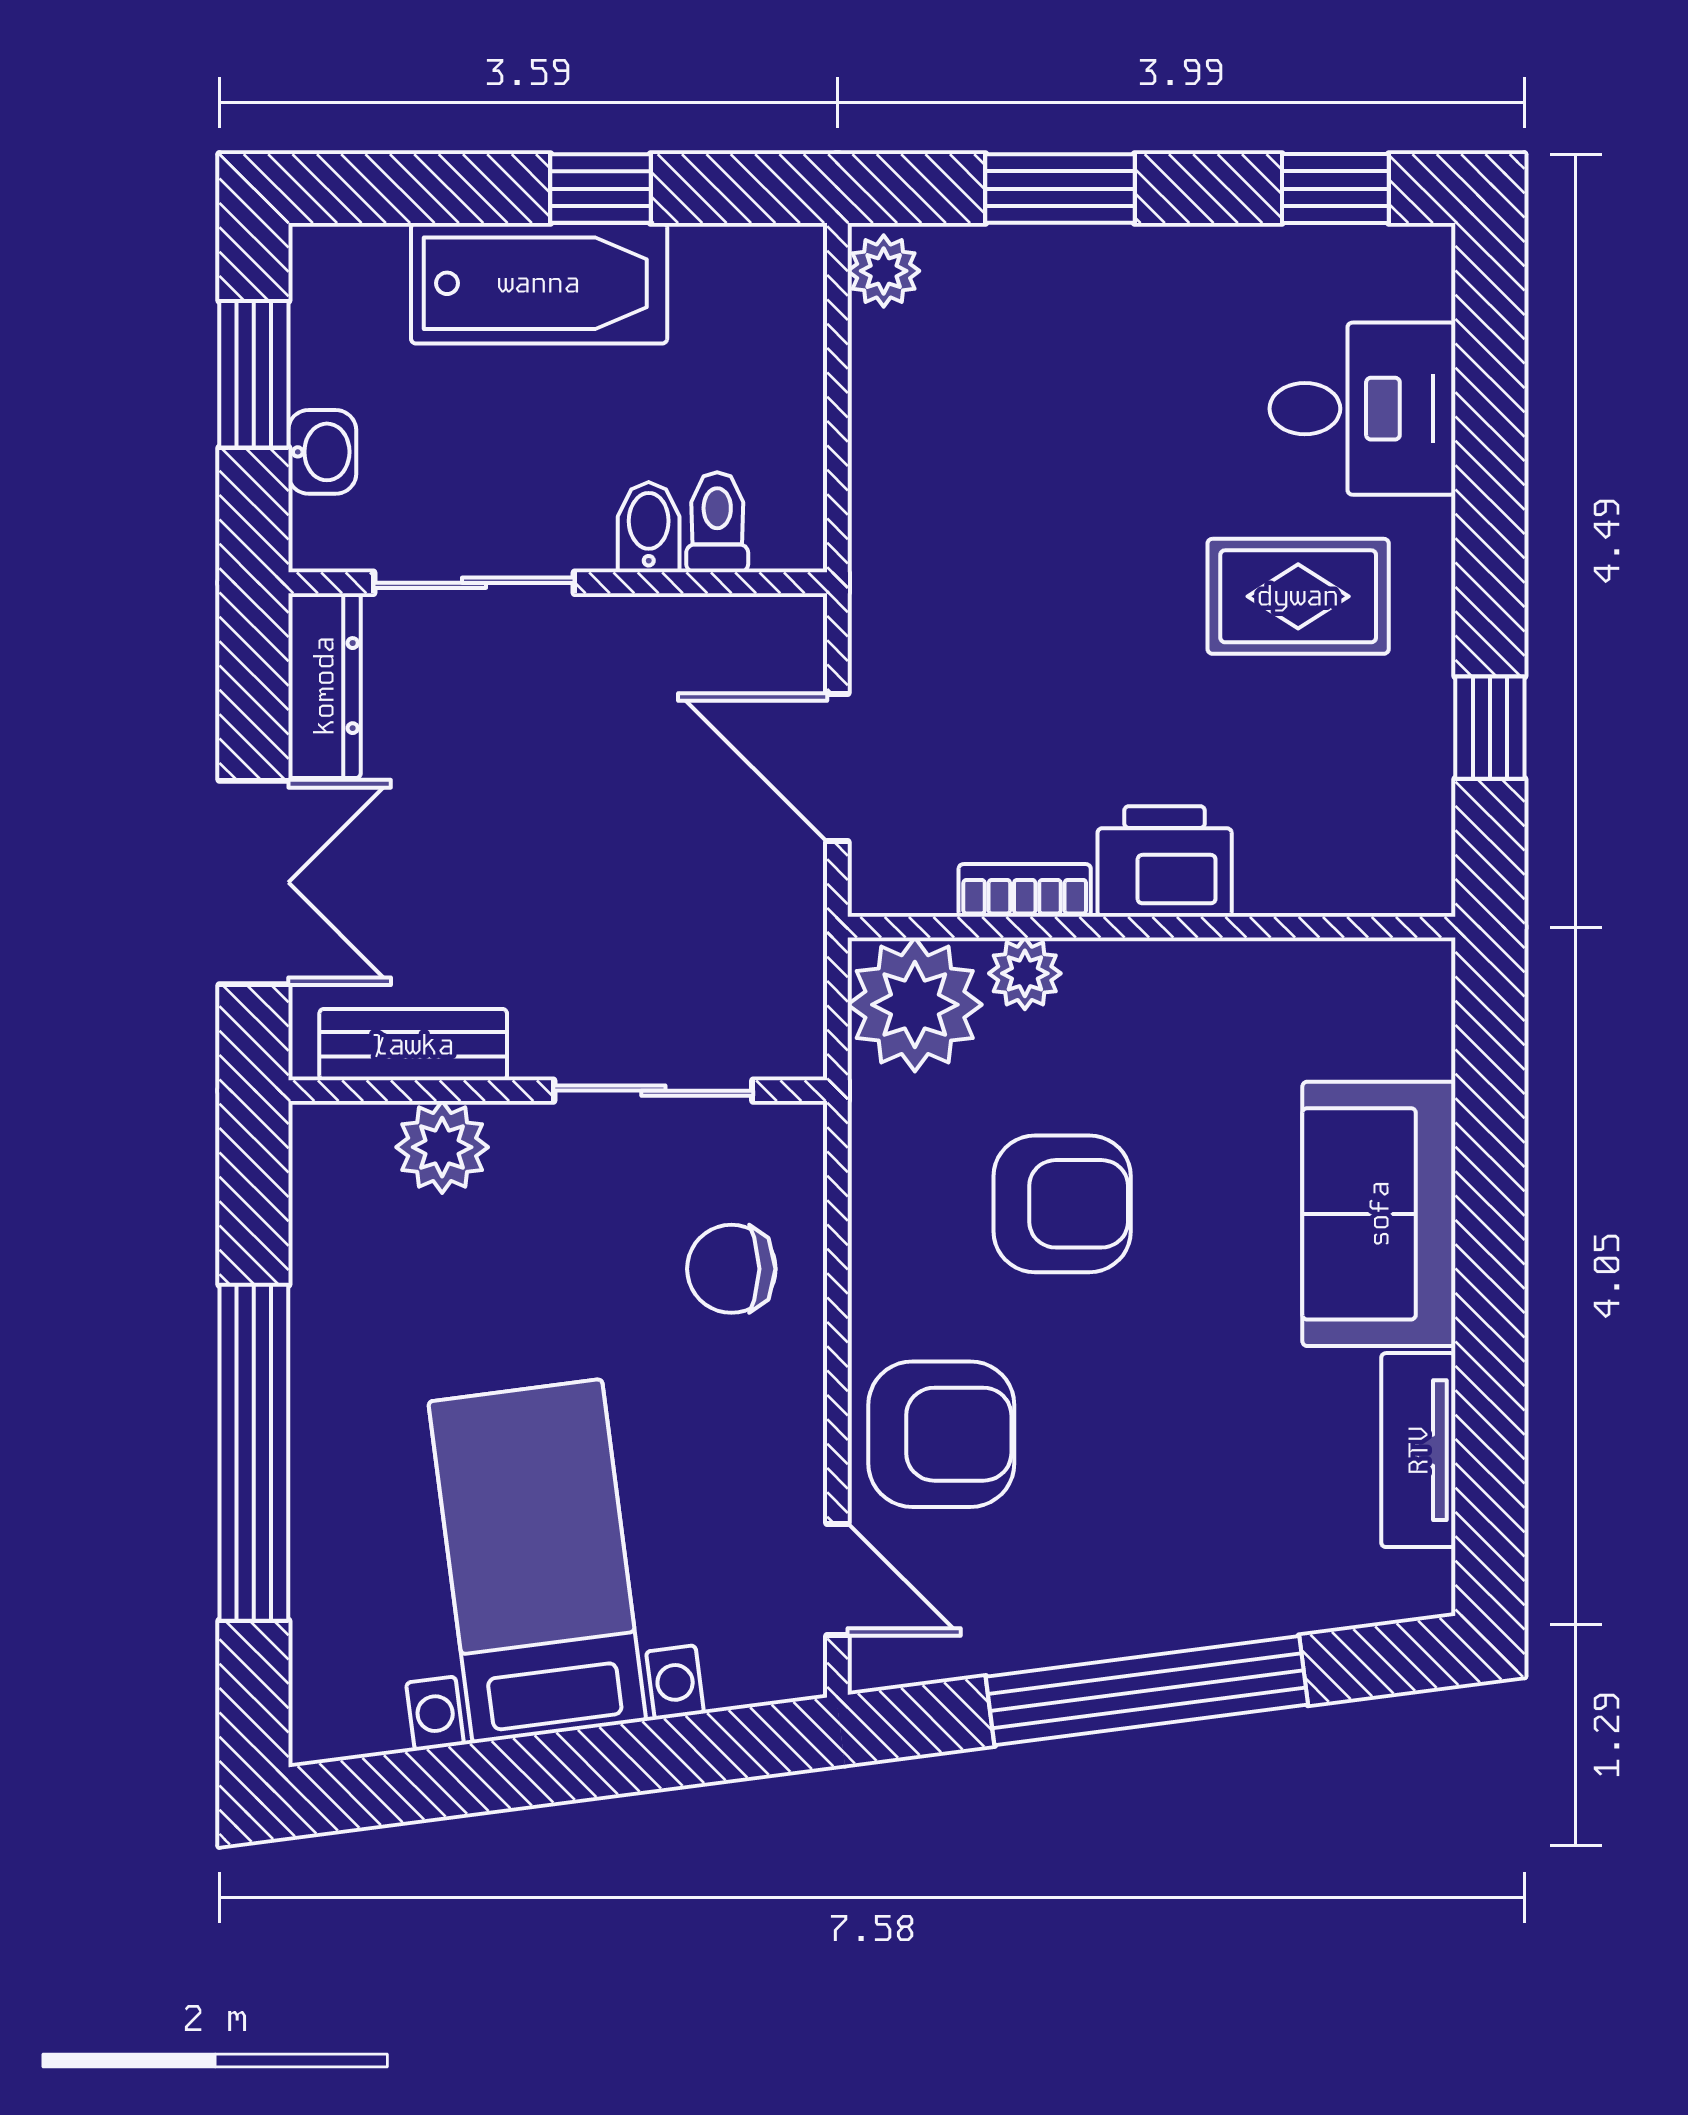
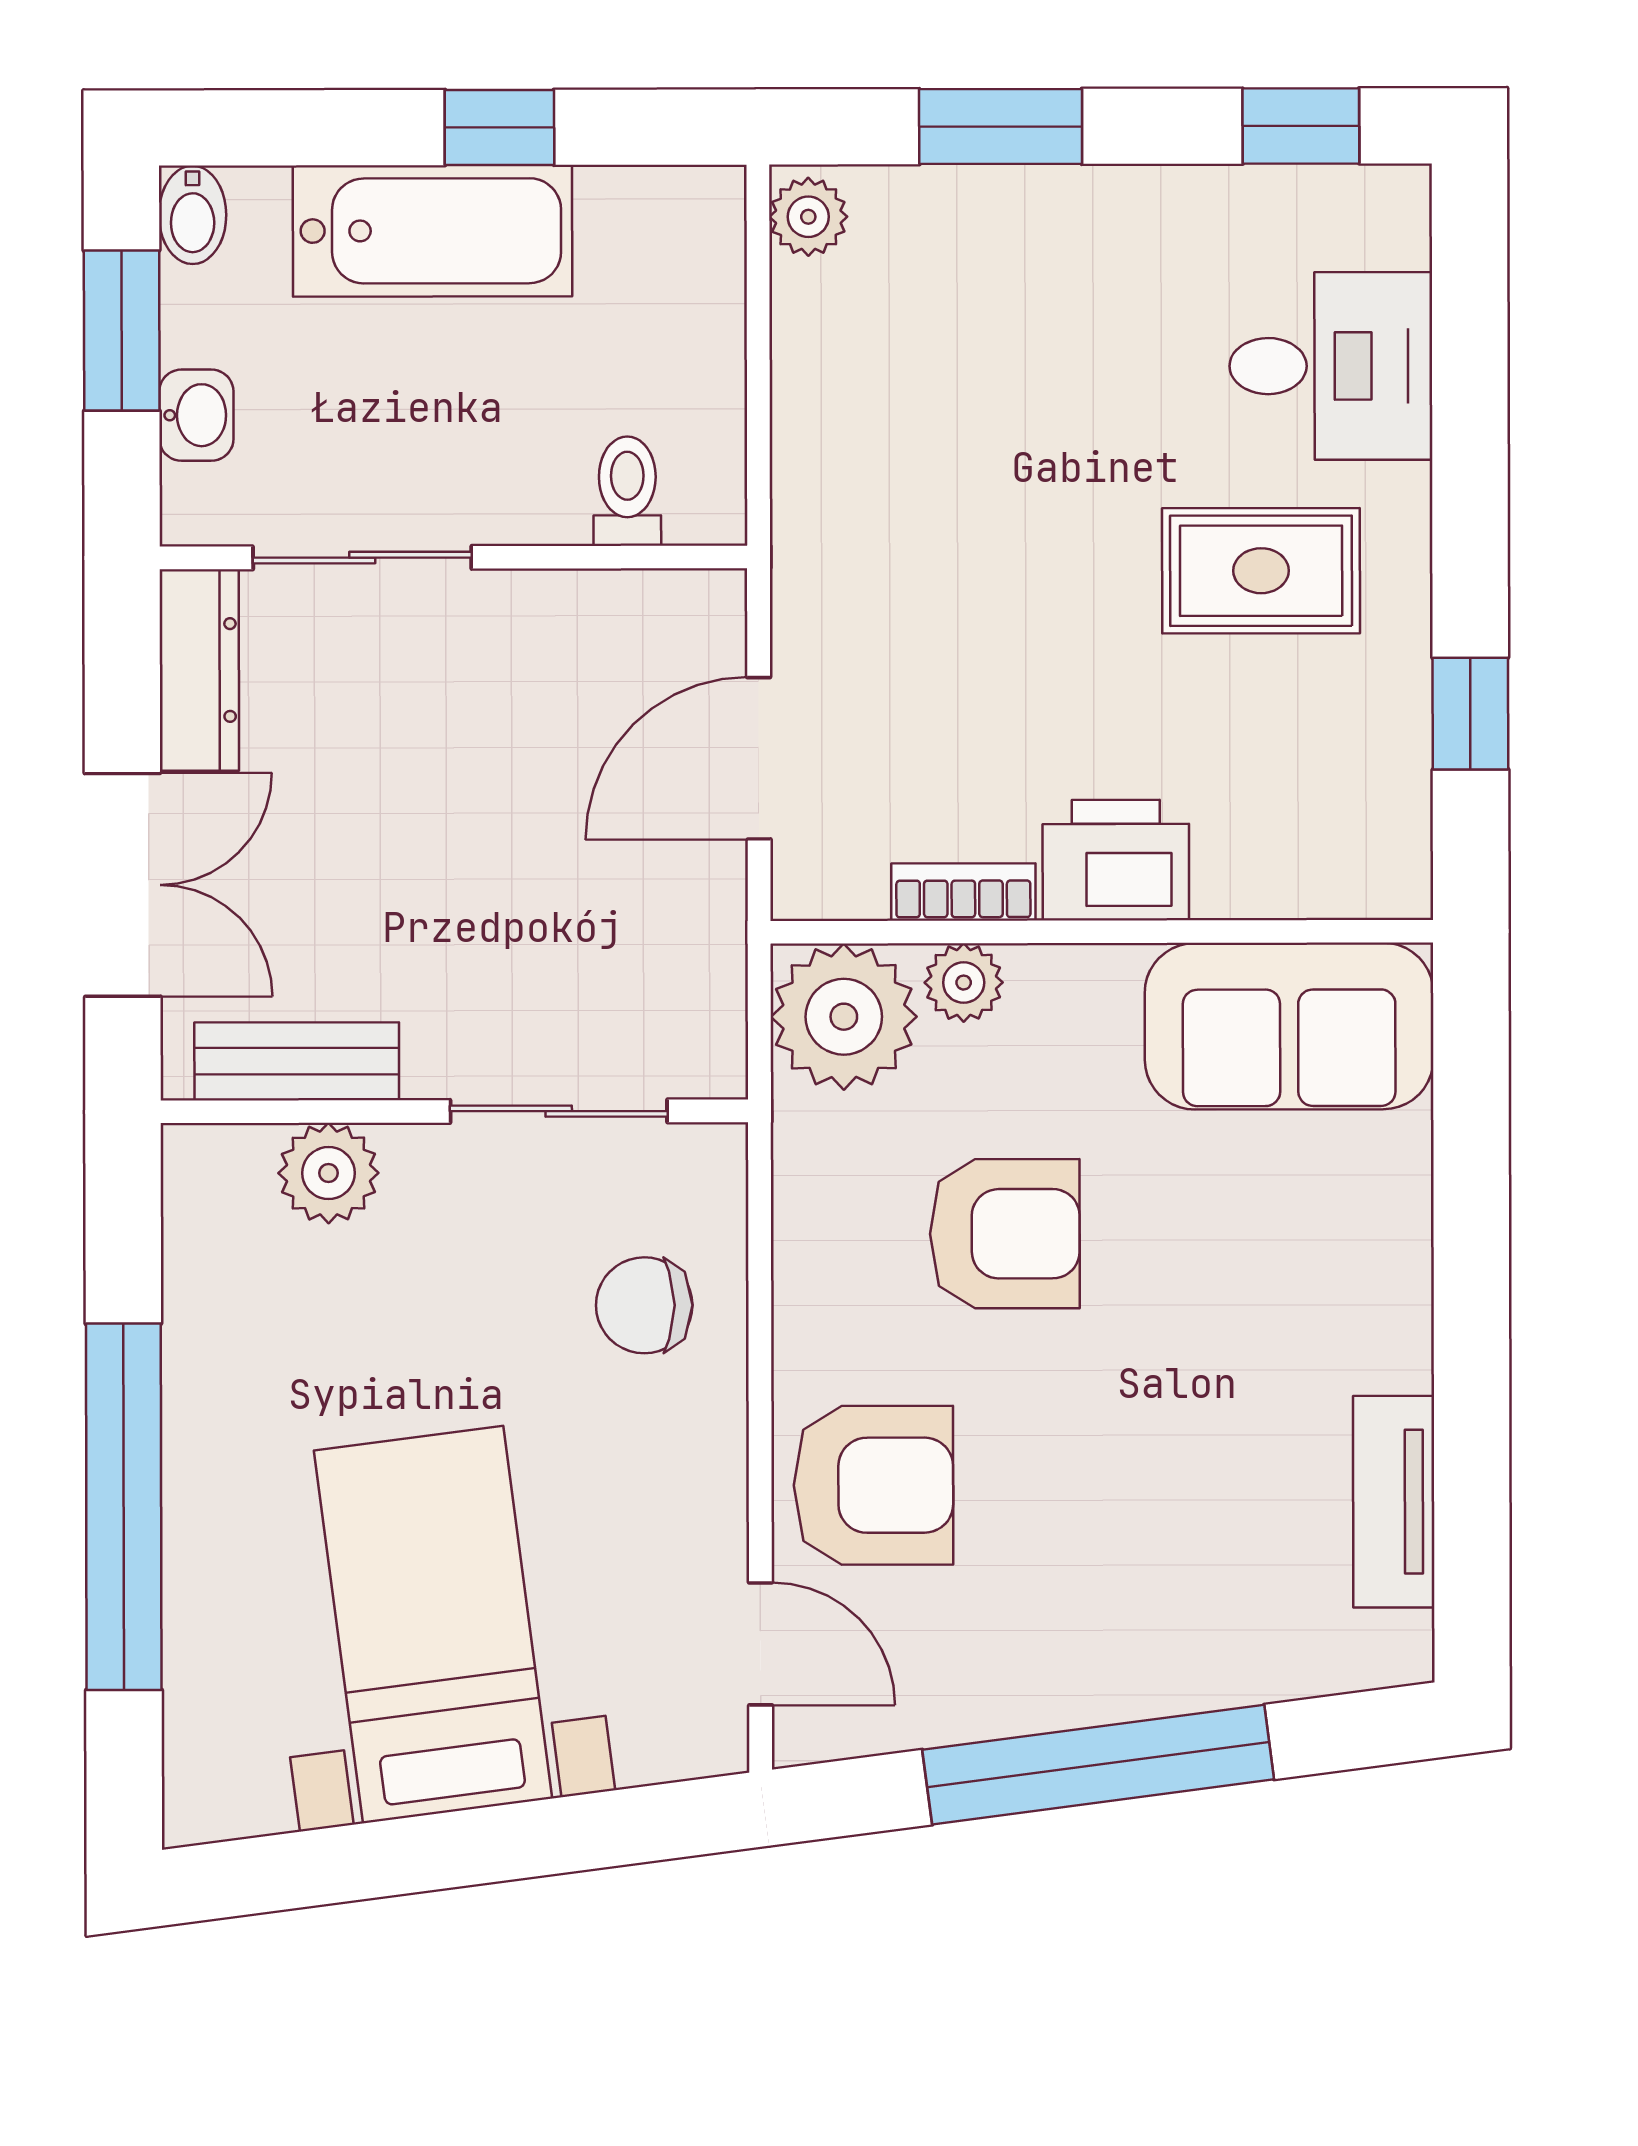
bidet: (649, 527) -> (193, 215), moved, turned 180
door: (837, 767) -> (759, 758), hinge flipped
sofa: (1379, 1214) -> (1289, 1026), moved, turned -90

